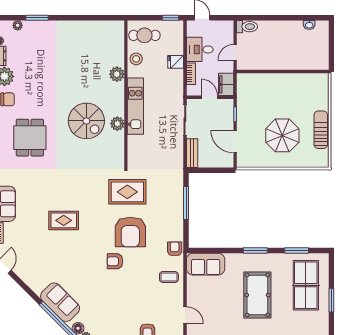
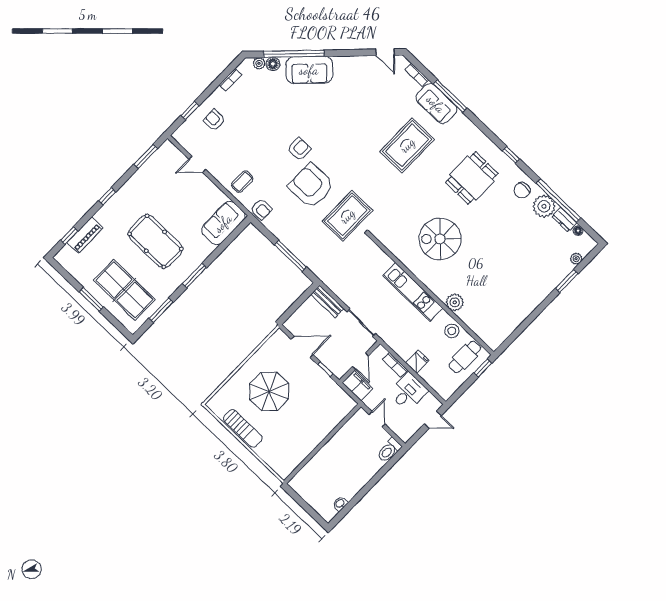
window: (170, 18) -> (483, 368), moved
door: (209, 97) -> (360, 361), hinge flipped
plant: (117, 124) -> (413, 263), removed
dining table: (30, 138) -> (472, 178), turned 90
rug: (64, 220) -> (407, 145), moved, width x1.36, depth x1.43

